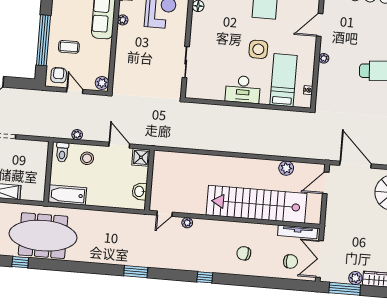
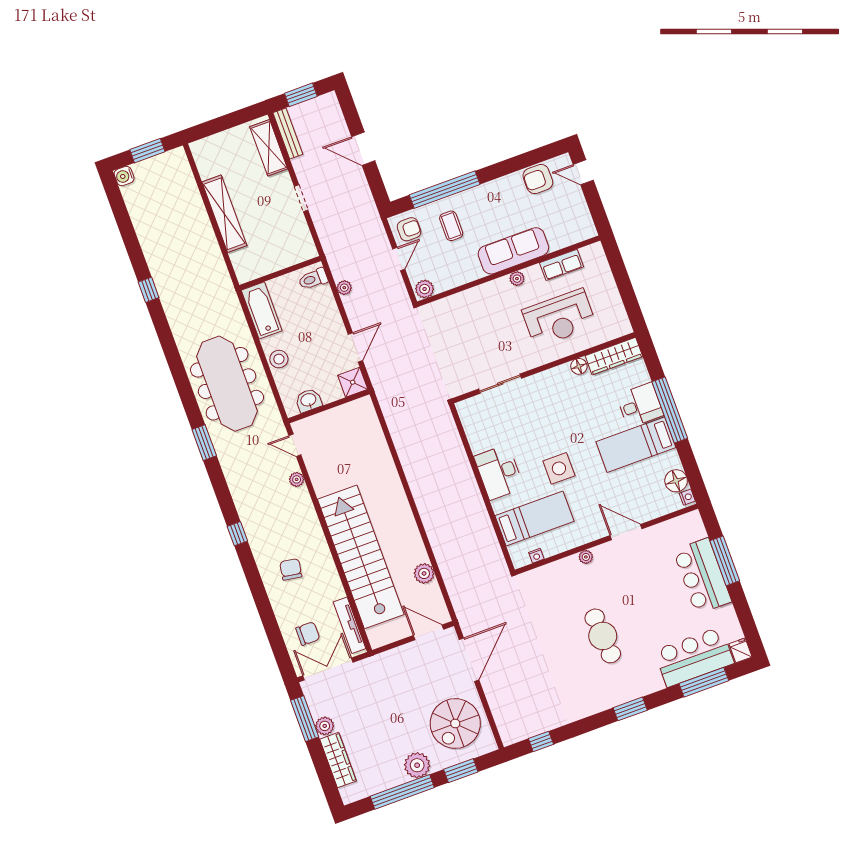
stool: (87, 158) -> (279, 359), moved
meeting table: (43, 236) -> (227, 384), moved
chair: (290, 261) -> (308, 634), turned -90

